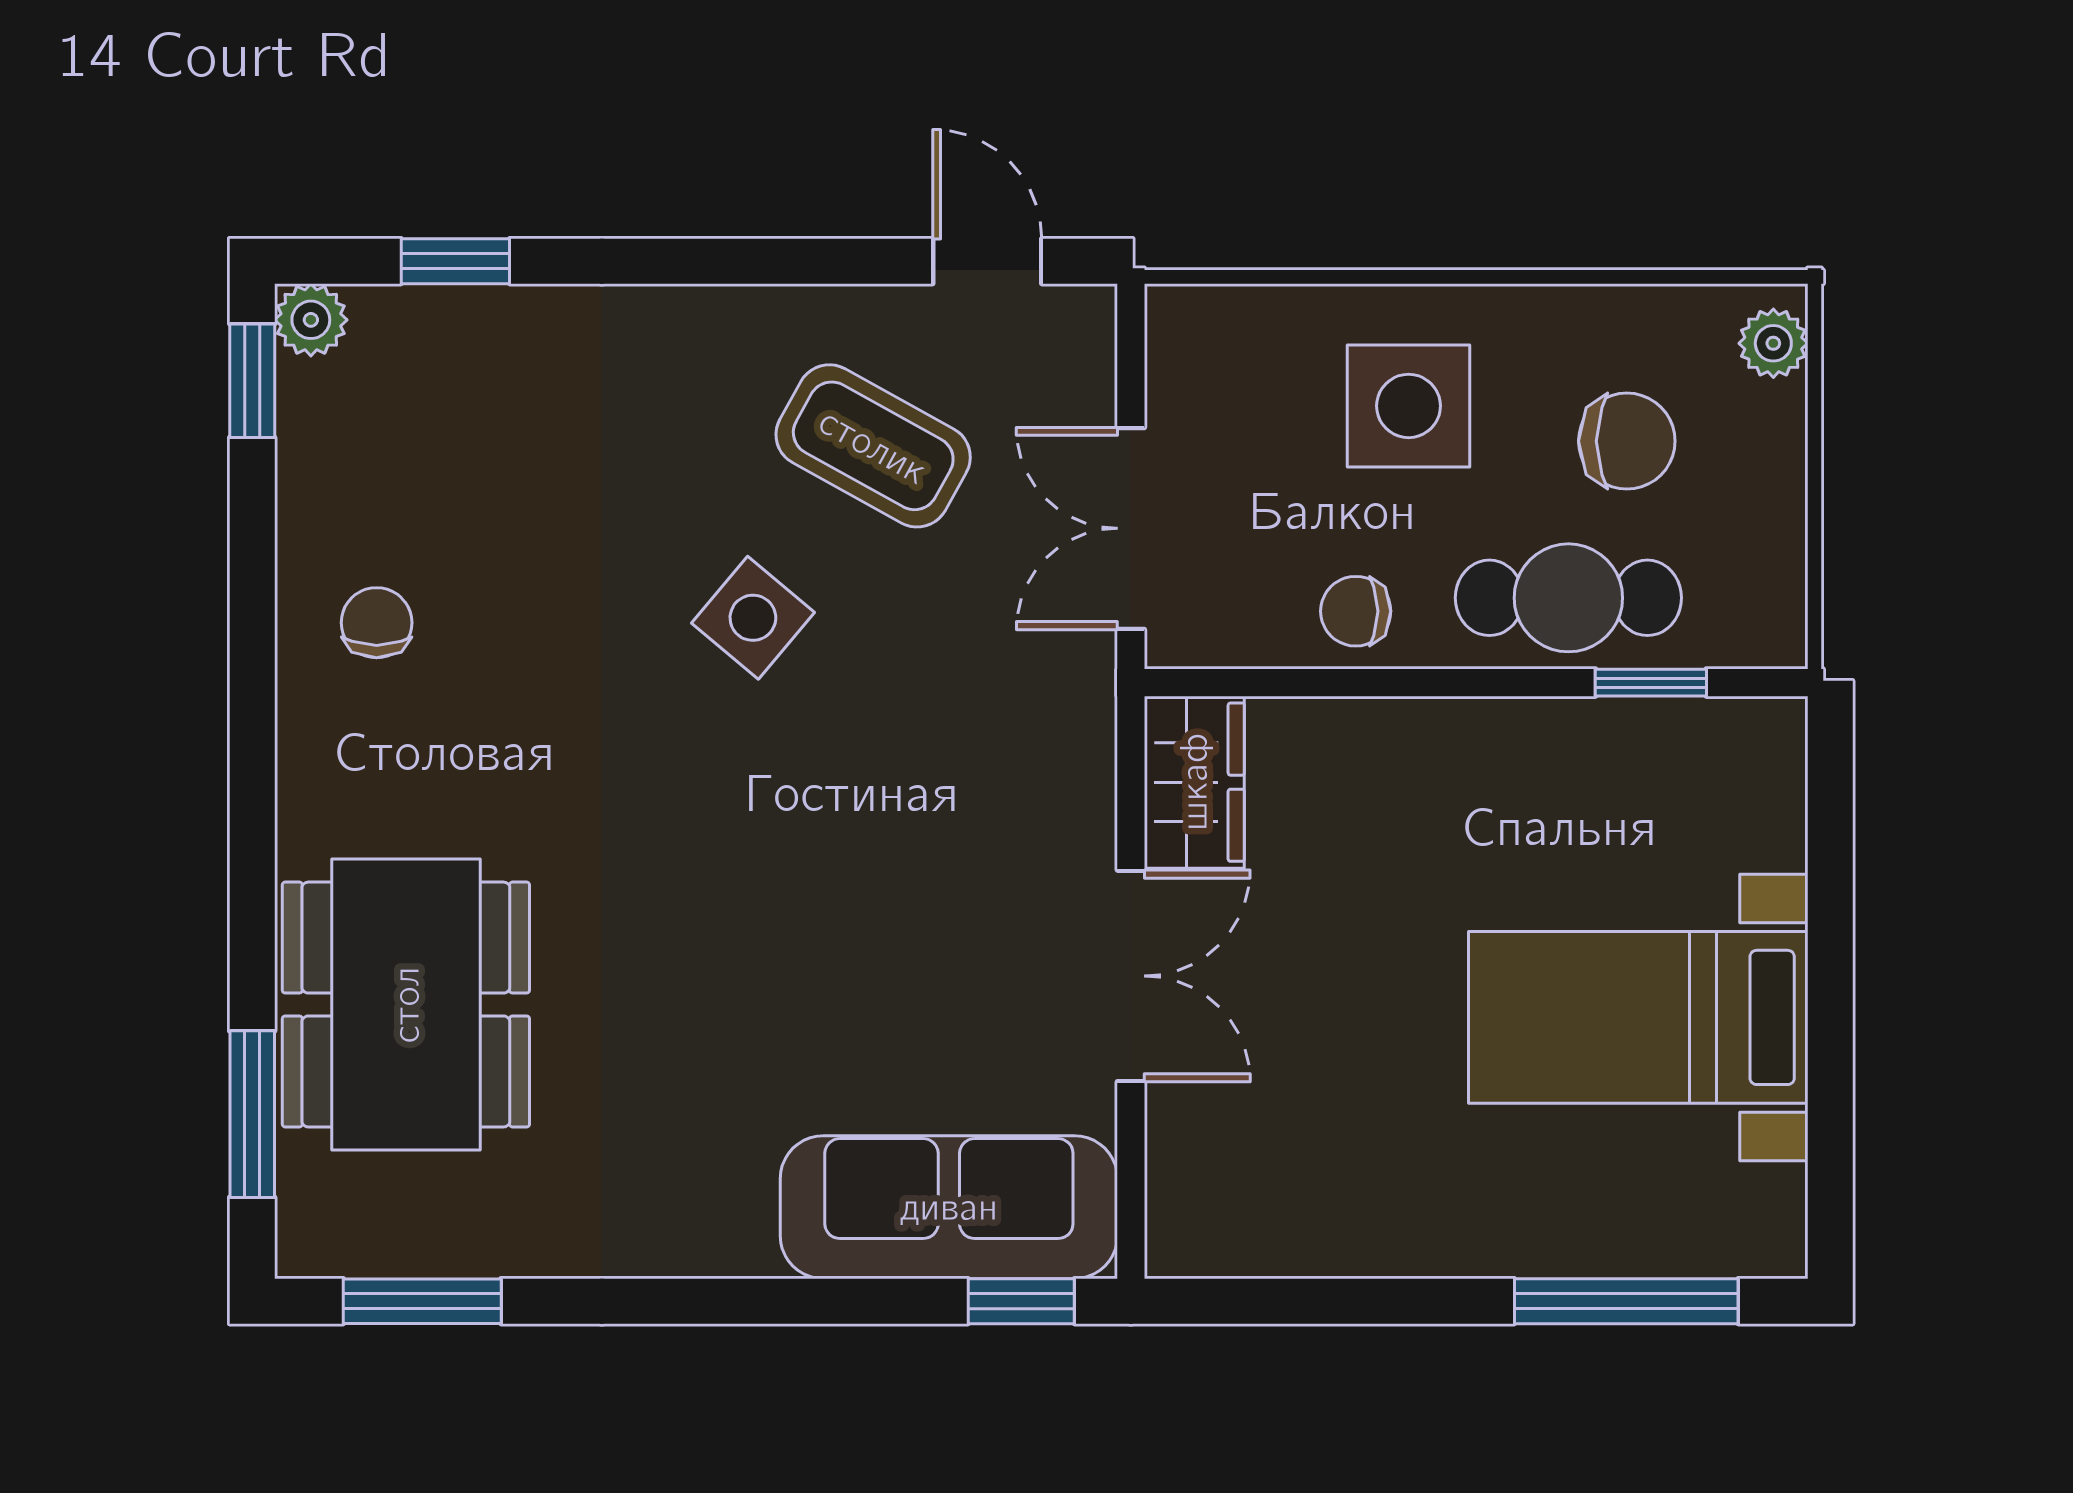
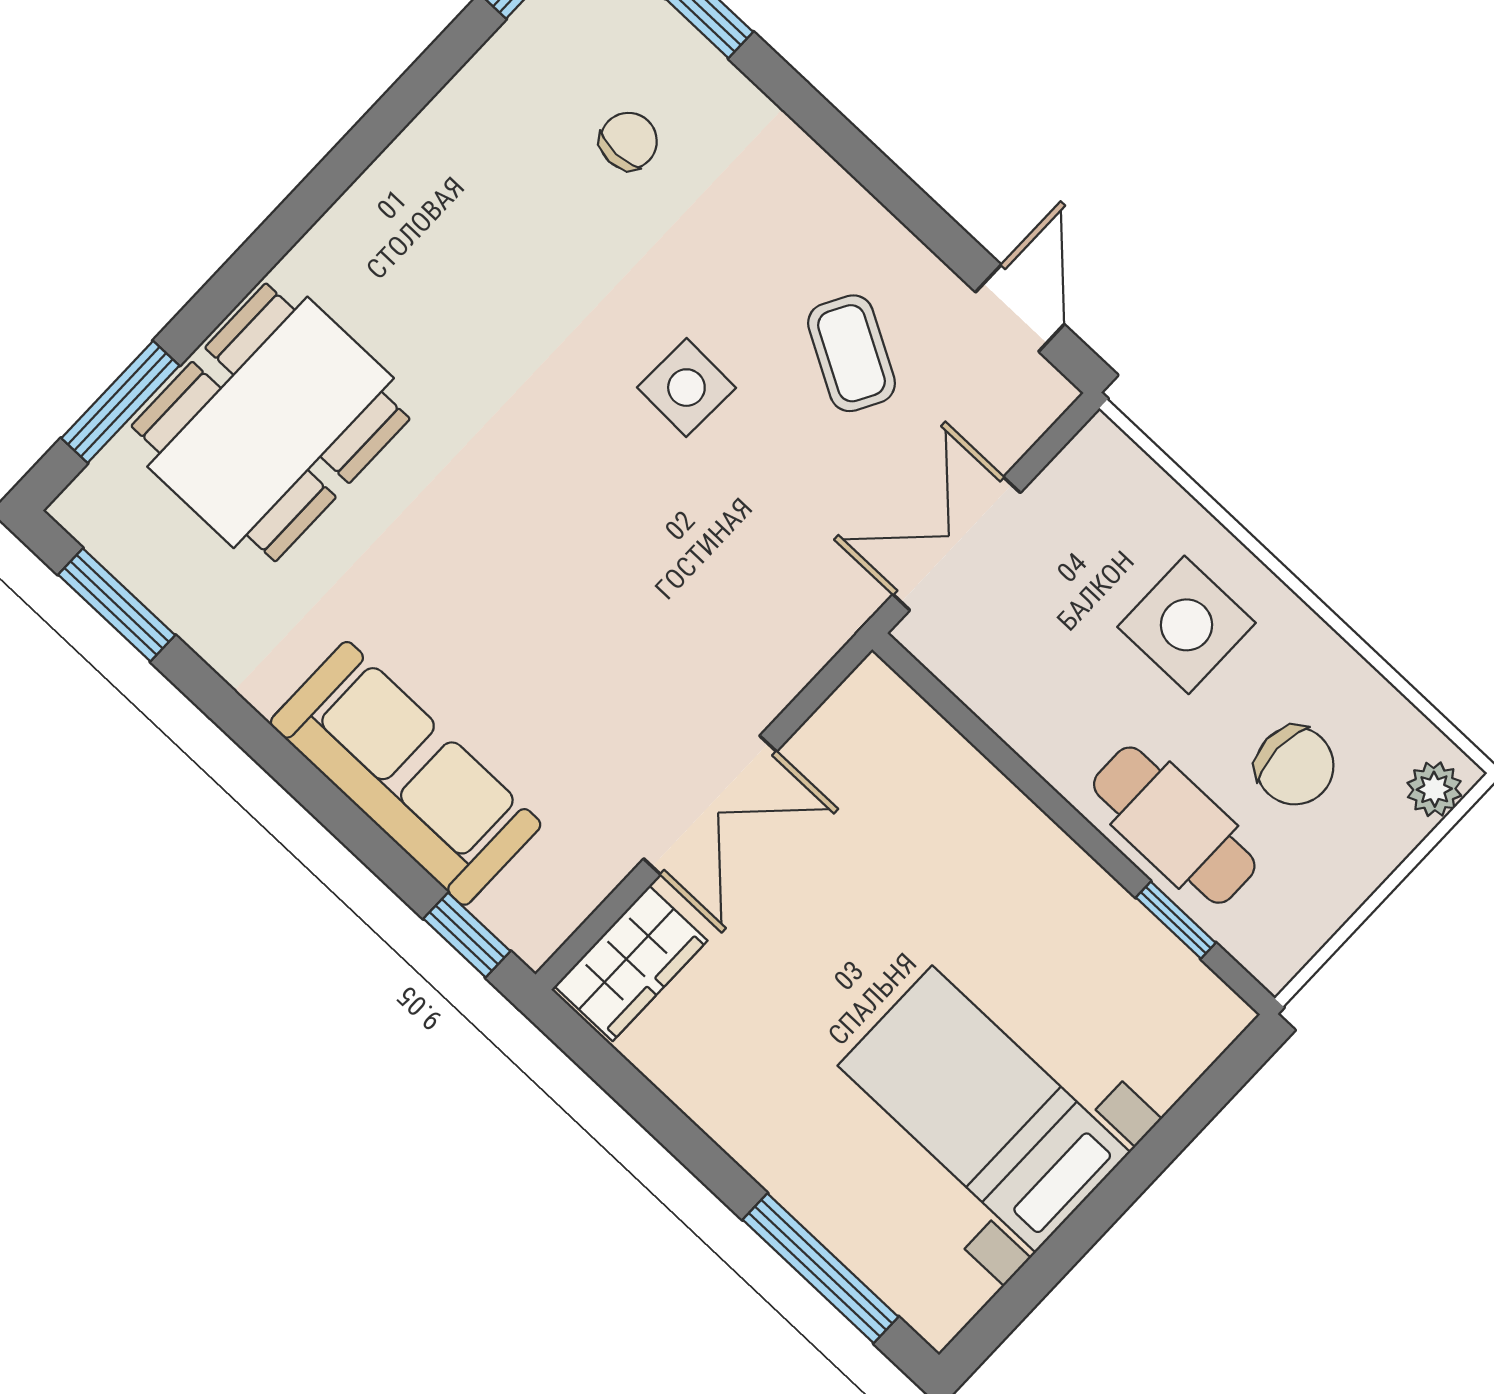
coffee table: (873, 446) -> (852, 353), width x0.73, depth x0.77
chair: (1356, 611) -> (1043, 716), removed
side table: (753, 618) -> (686, 388), turned -38
chair: (377, 623) -> (628, 141), moved
wardrobe: (1194, 782) -> (631, 963), moved
sofa: (949, 1207) -> (406, 773), moved

